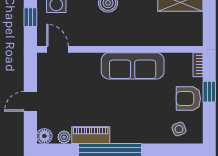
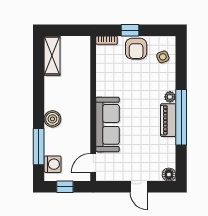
sofa: (133, 66) -> (108, 124), moved
piano: (91, 135) -> (168, 120), moved
plant: (64, 137) -> (170, 97), moved

